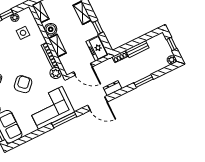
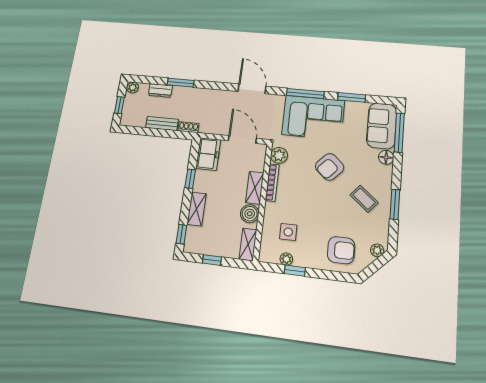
dresser: (113, 88) -> (160, 90), moved
window: (36, 134) -> (352, 97), added

